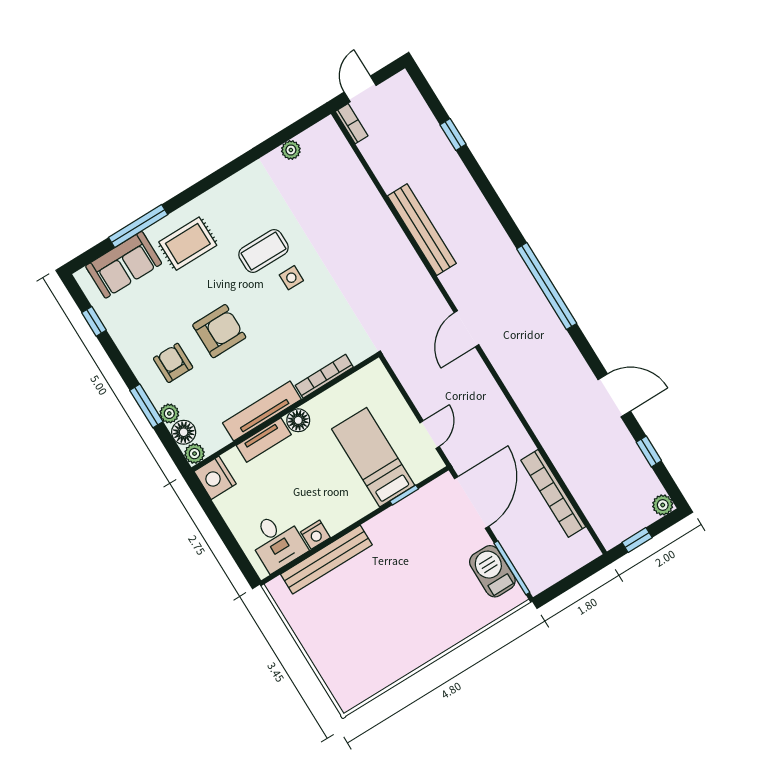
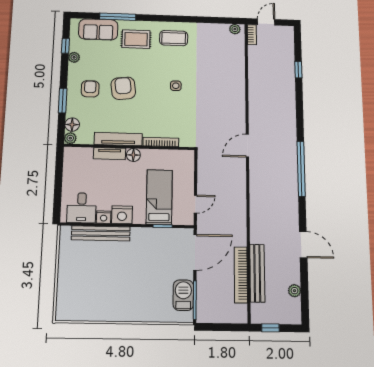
plant: (291, 150) -> (235, 29), moved
bench: (422, 230) -> (257, 273), moved
coffee table: (264, 251) -> (174, 38), moved
door: (466, 329) -> (247, 146), moved
armchair: (219, 331) -> (123, 88), turned -97
plant: (169, 413) -> (74, 57), moved
window: (649, 451) -> (304, 285), removed
nightstand: (215, 478) -> (122, 215), moved, turned -90
plant: (663, 505) -> (294, 291), moved

